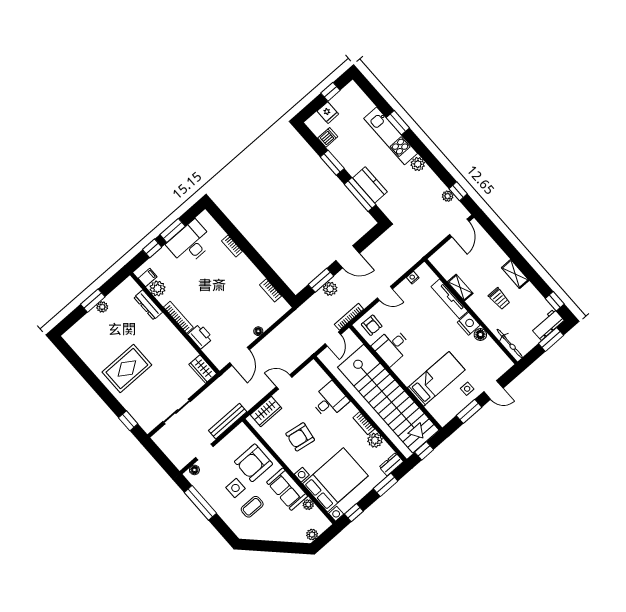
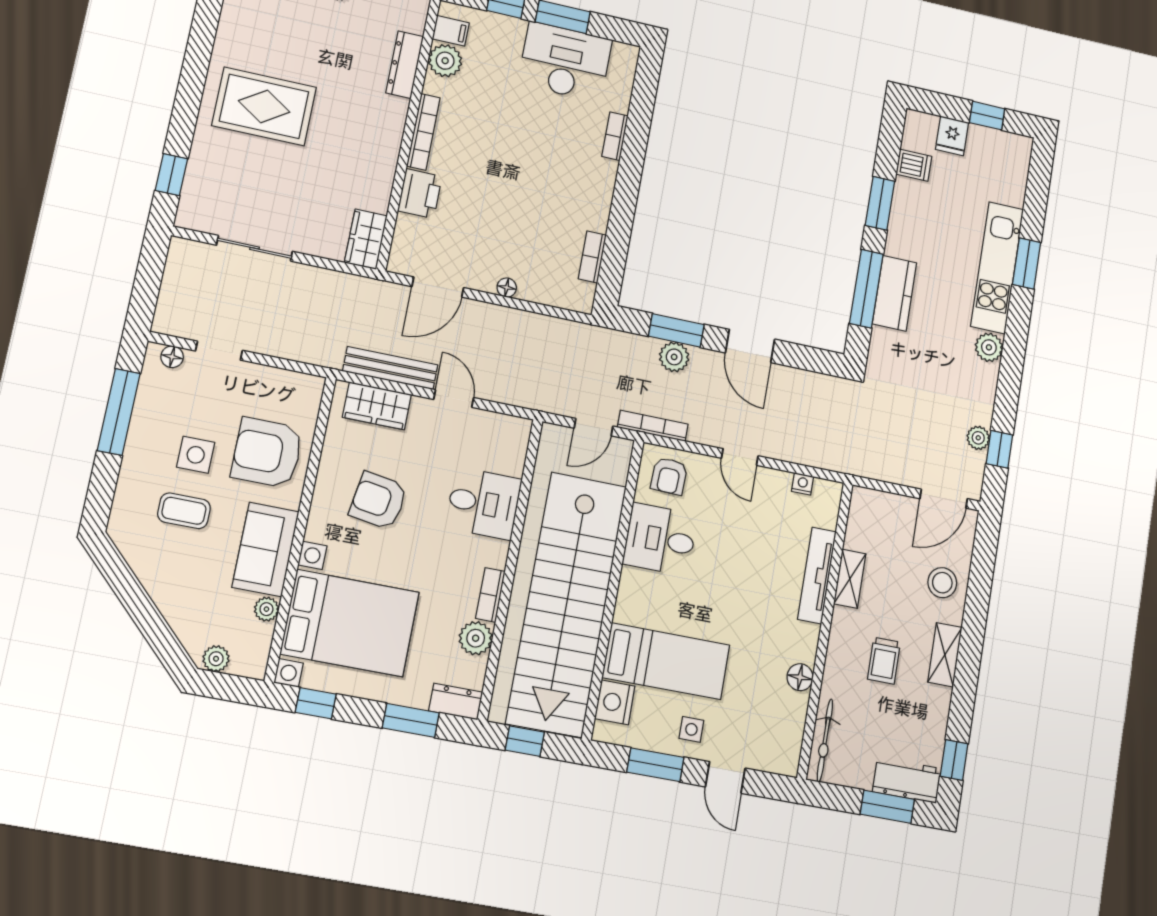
stool: (489, 254) -> (942, 583), added
nightstand: (469, 324) -> (615, 702), moved, turned 180
bench: (228, 421) -> (390, 368), moved

